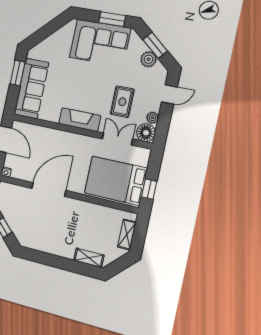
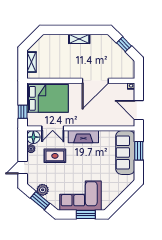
window: (112, 19) -> (86, 214), moved
window: (18, 73) -> (139, 151), moved
rug: (122, 102) -> (55, 156), turned 90
window: (149, 189) -> (23, 112), moved
shelving: (89, 258) -> (79, 39), moved

